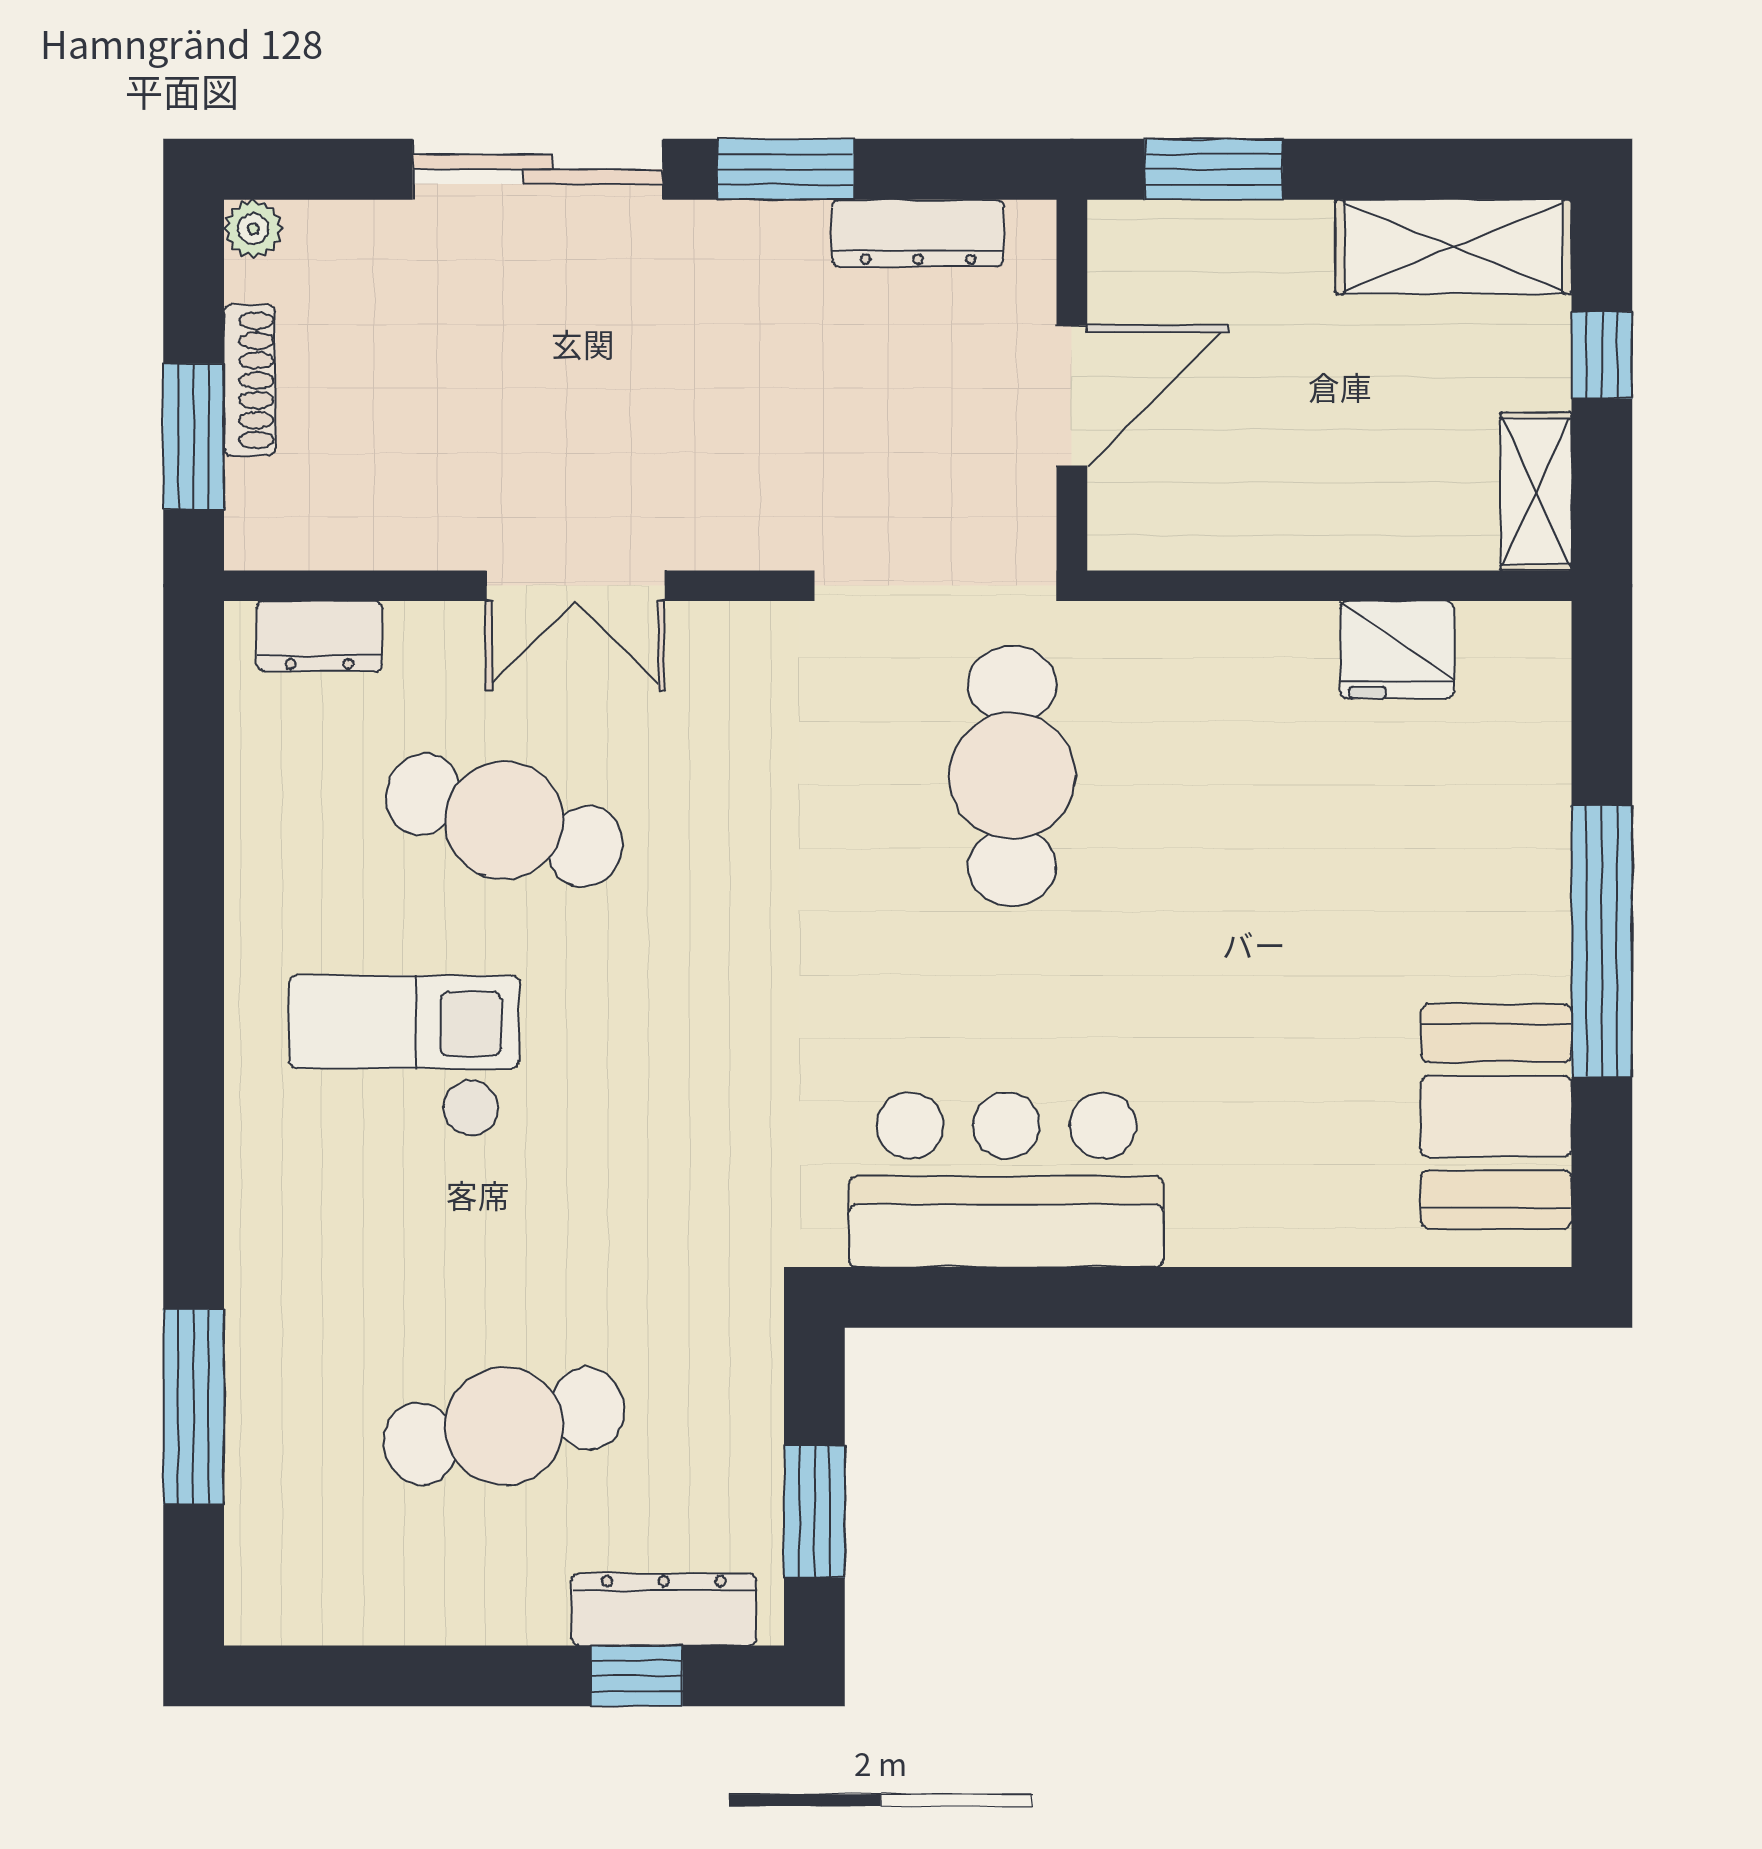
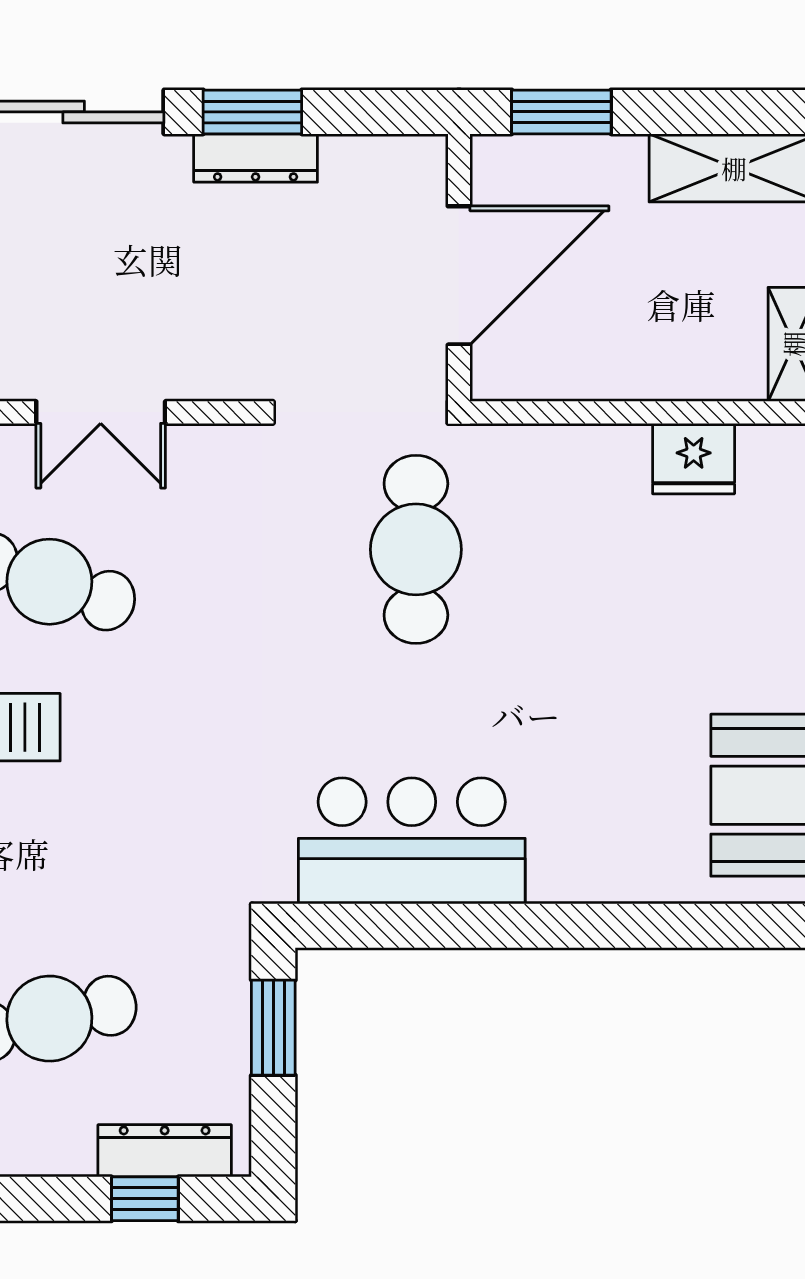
dresser: (918, 233) -> (256, 158), moved
door: (1072, 396) -> (459, 275), width x1.36
window: (814, 1511) -> (273, 1028), moved

